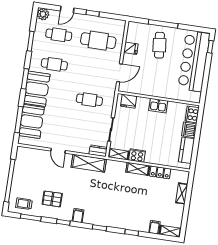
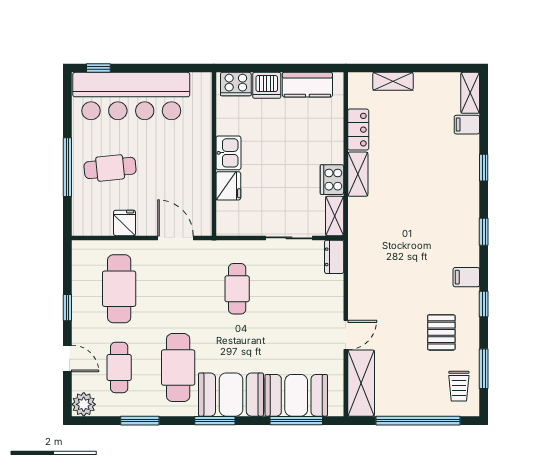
cafe table: (54, 64) -> (178, 368), width x1.37, depth x1.35
fridge: (129, 101) -> (228, 186), moved
shelving: (89, 163) -> (361, 383), moved

